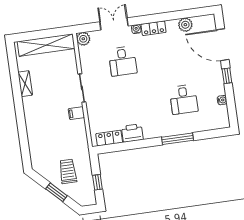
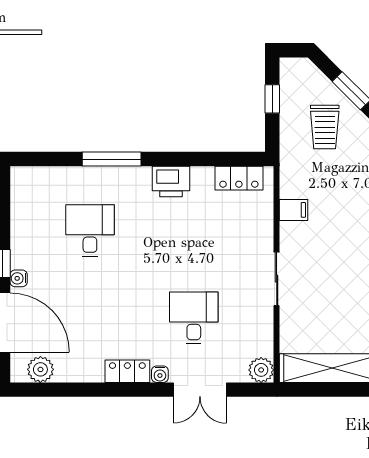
plant: (185, 25) -> (40, 369), moved
water cooler: (222, 100) -> (19, 278), moved
filing cabinet: (76, 113) -> (293, 210), moved
printer: (132, 133) -> (171, 182), moved

